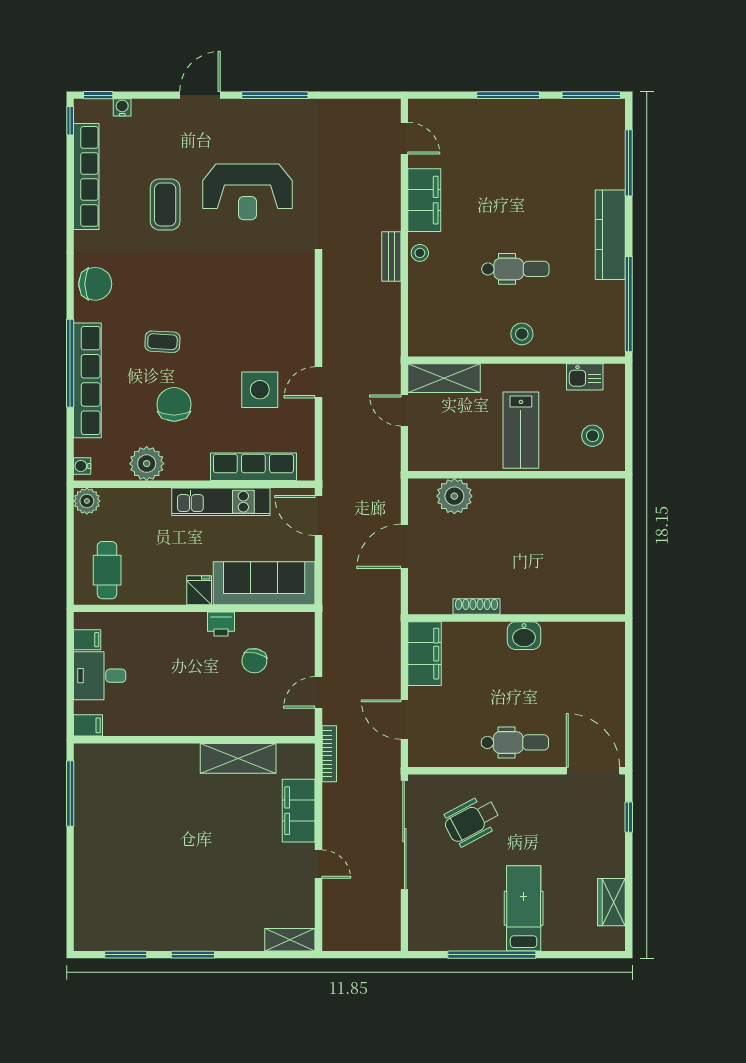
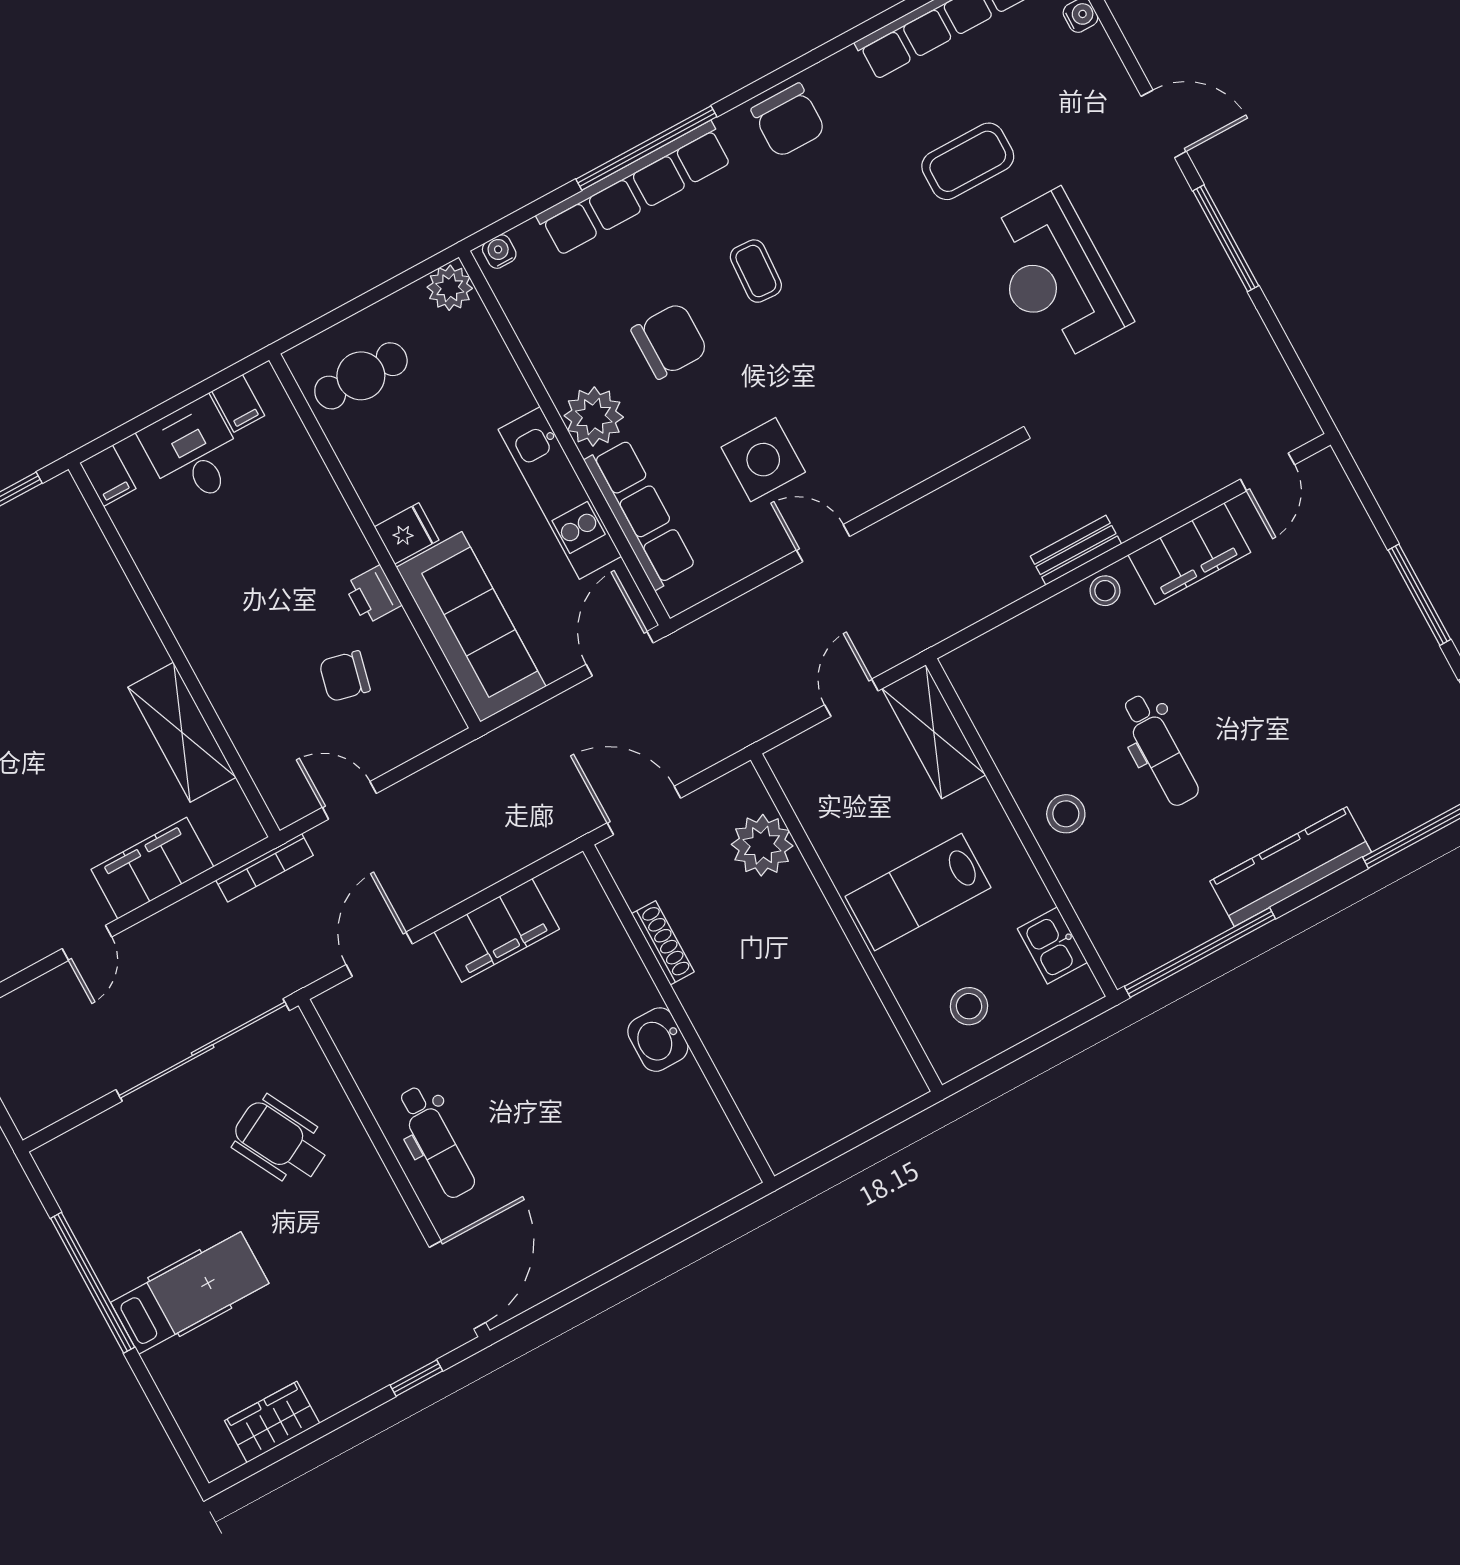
plant: (147, 464) -> (594, 416), moved
shoe rack: (476, 606) -> (663, 943), moved
wall: (517, 618) -> (679, 1014), moved
washbasin: (524, 636) -> (658, 1040), moved

